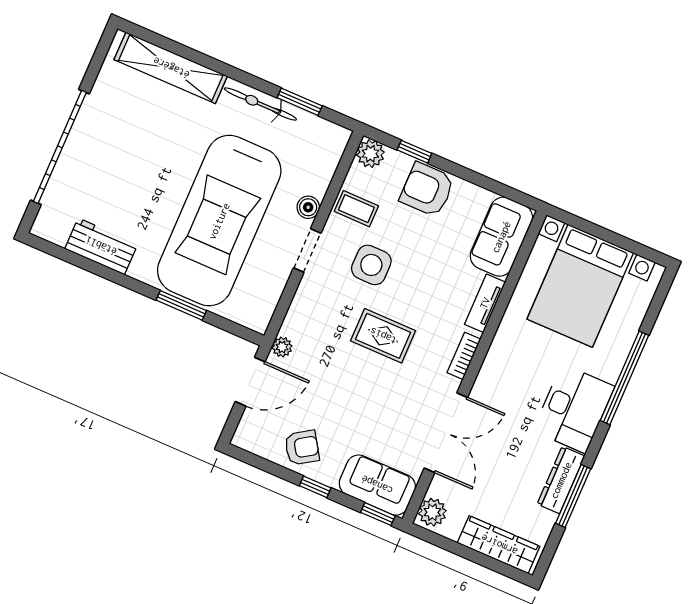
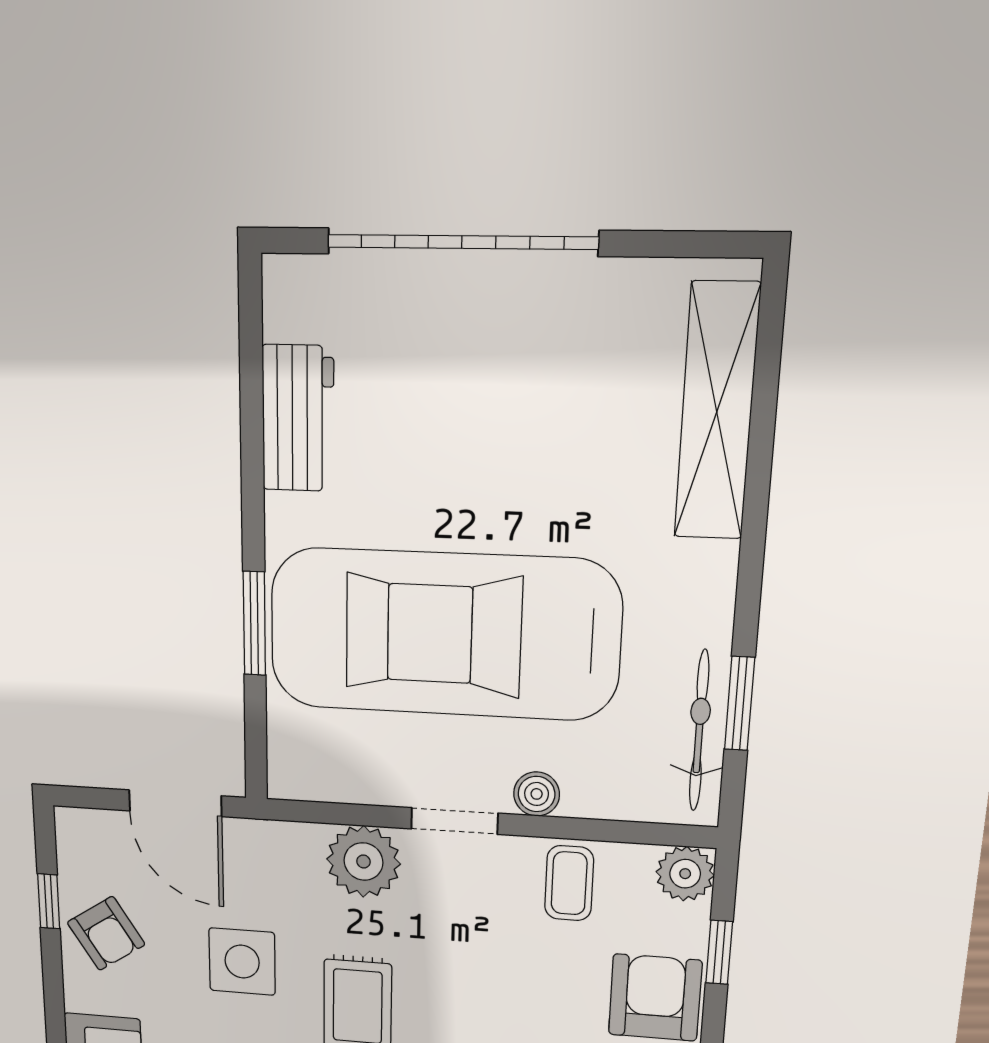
bicycle: (260, 104) -> (699, 731), moved
side table: (371, 265) -> (242, 962), moved
plant: (282, 347) -> (363, 862), moved, width x1.87, depth x1.87
window: (315, 487) -> (49, 901), moved

